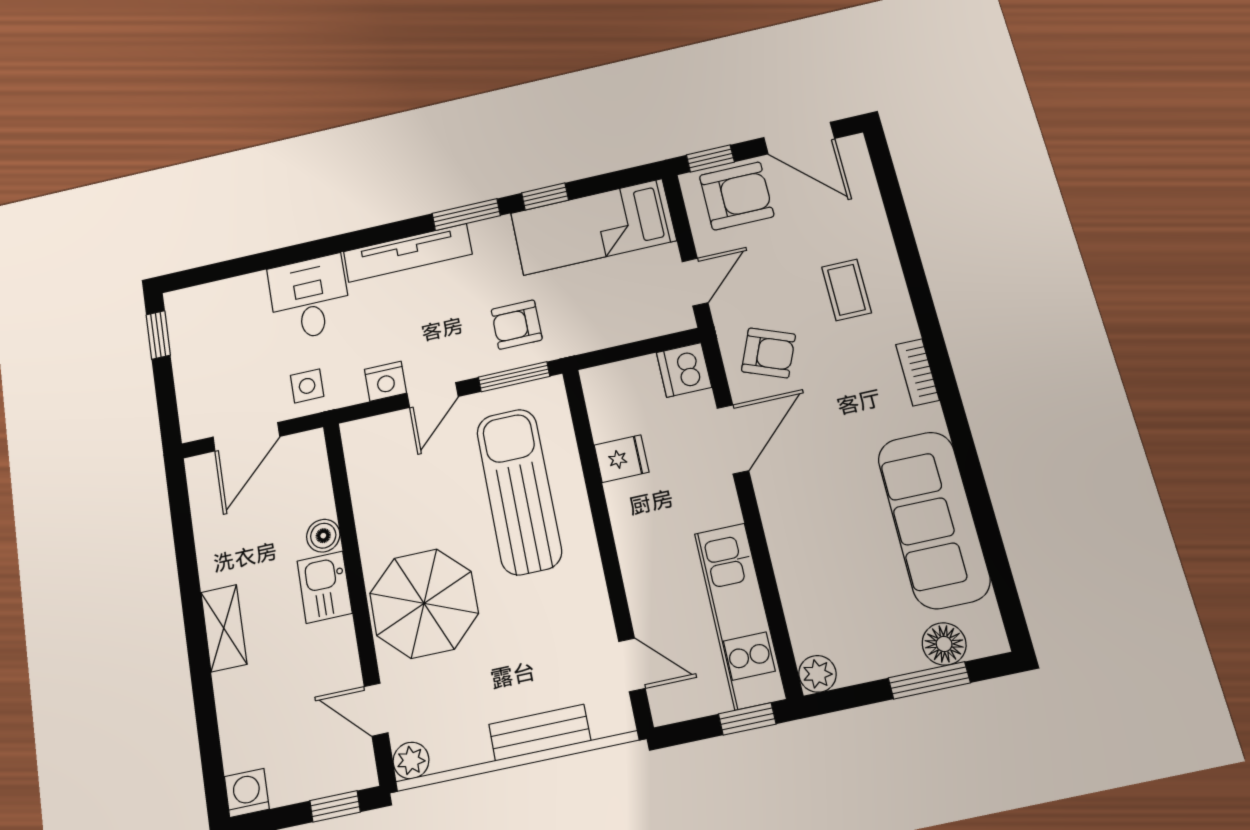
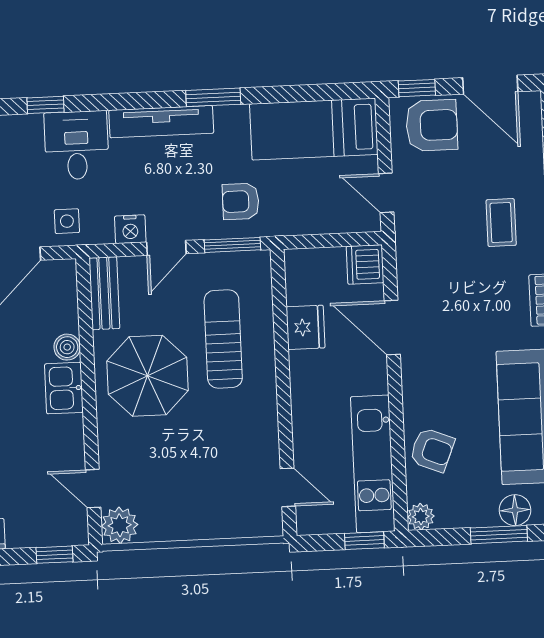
window: (545, 196) -> (46, 105), moved
door: (695, 282) -> (386, 193), swing flipped
armchair: (768, 353) -> (432, 450), moved
door: (733, 439) -> (392, 328), swing flipped
fridge: (621, 459) -> (305, 327), width x1.38
sun lounger: (519, 491) -> (223, 339), width x0.73, depth x0.75
parasol: (424, 603) -> (148, 376), moved
bench: (540, 733) -> (104, 293), moved, turned 90
plant: (411, 761) -> (120, 525), width x1.38, depth x1.38

